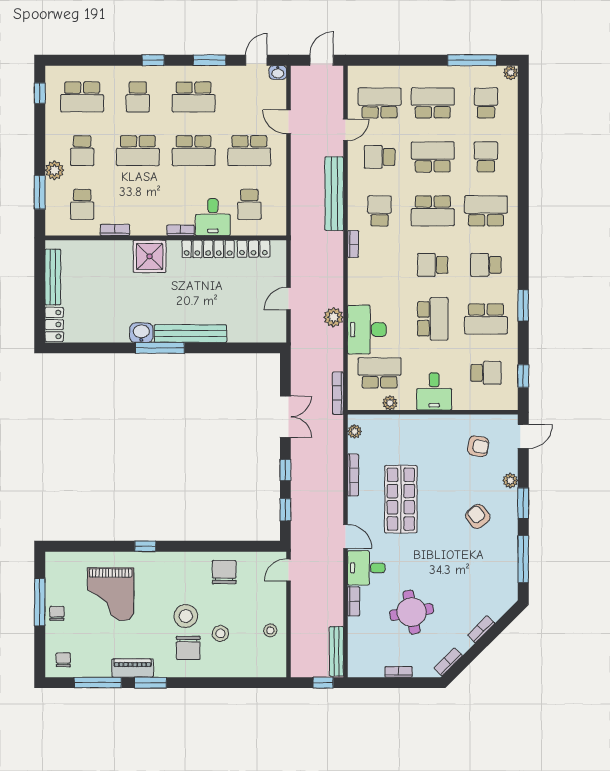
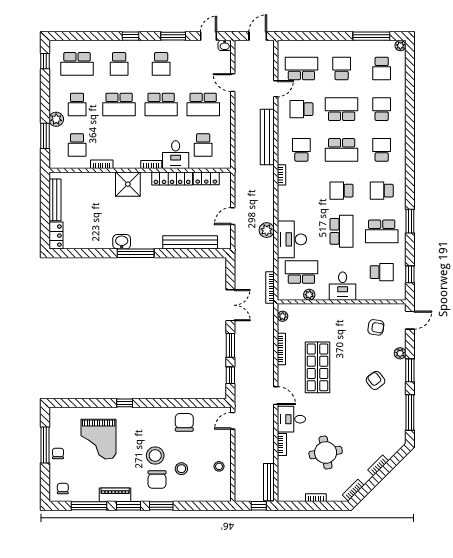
school desk: (194, 97) -> (161, 64), width x0.54
school desk: (433, 103) -> (342, 68), width x0.54
school desk: (486, 103) -> (382, 68), turned 180
school desk: (486, 211) -> (382, 150), width x0.54
bench: (190, 334) -> (190, 242), moved
window: (285, 470) -> (230, 345), width x1.50
window: (194, 683) -> (161, 506), added

